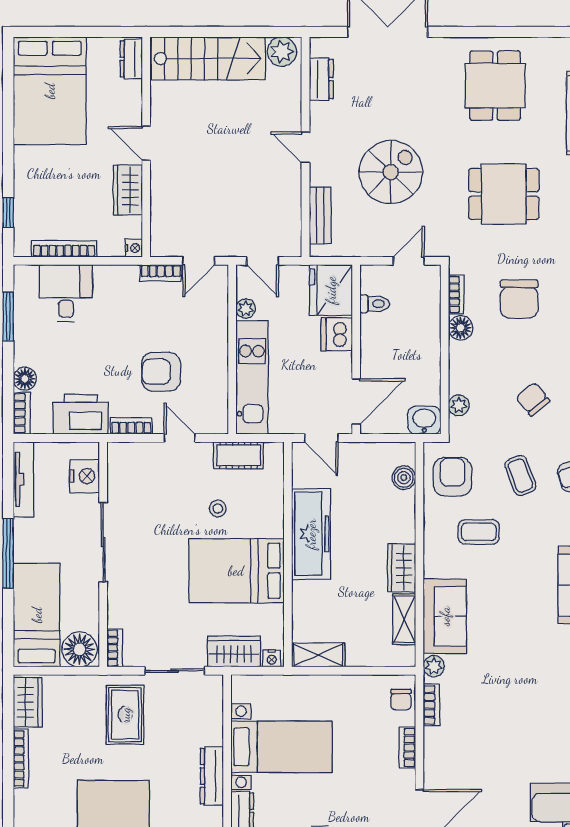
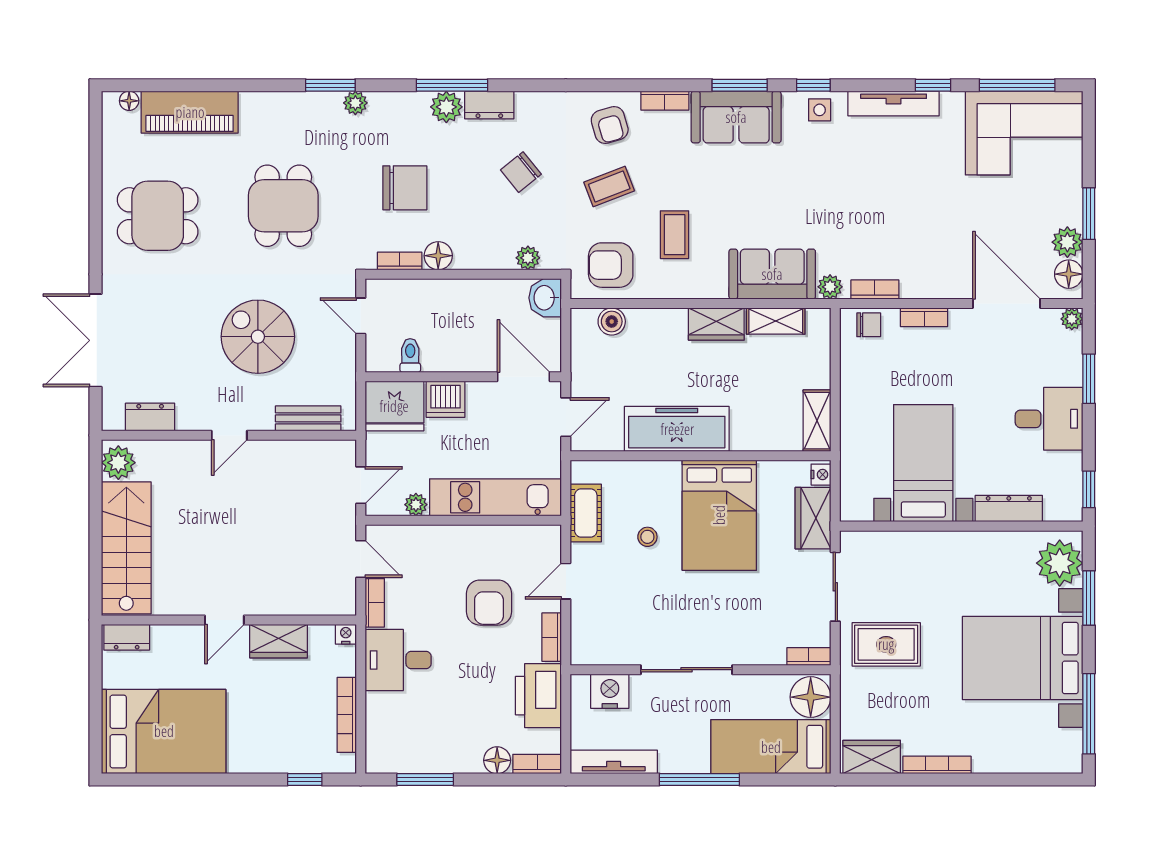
desk: (66, 293) -> (398, 660), moved
dresser: (212, 776) -> (957, 544), removed

